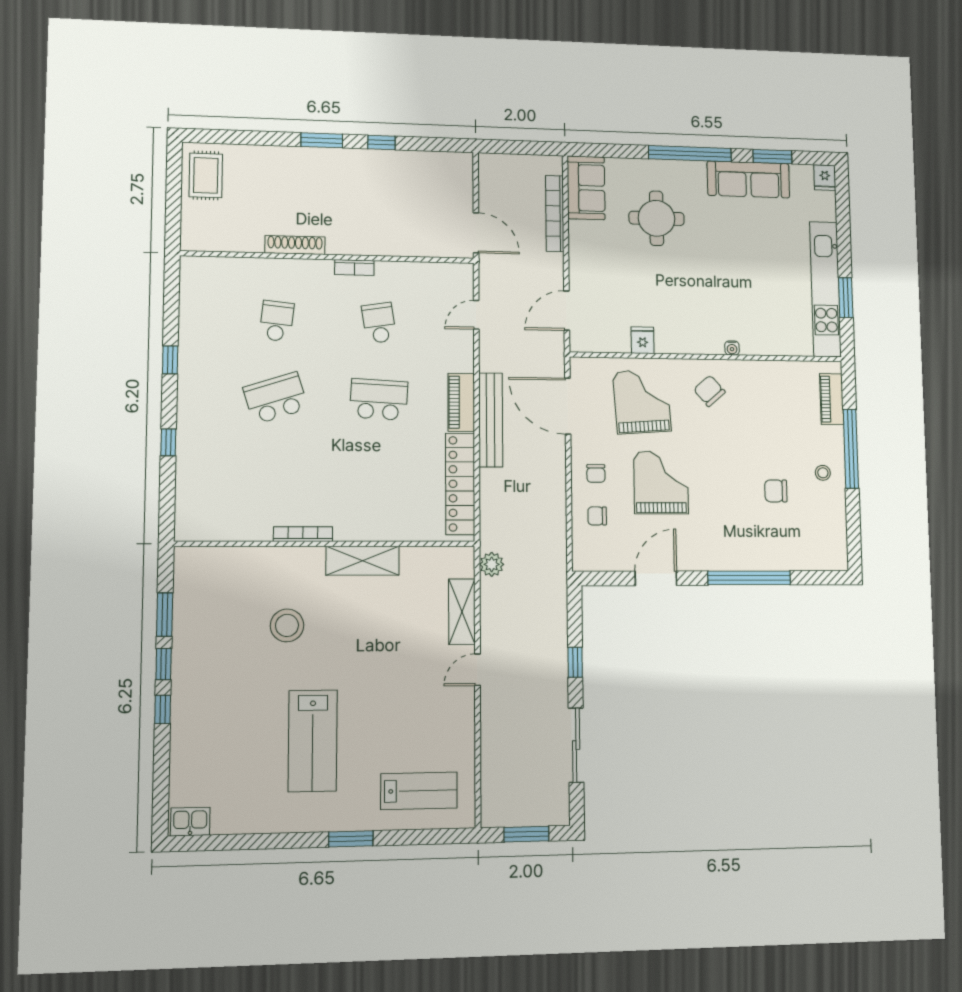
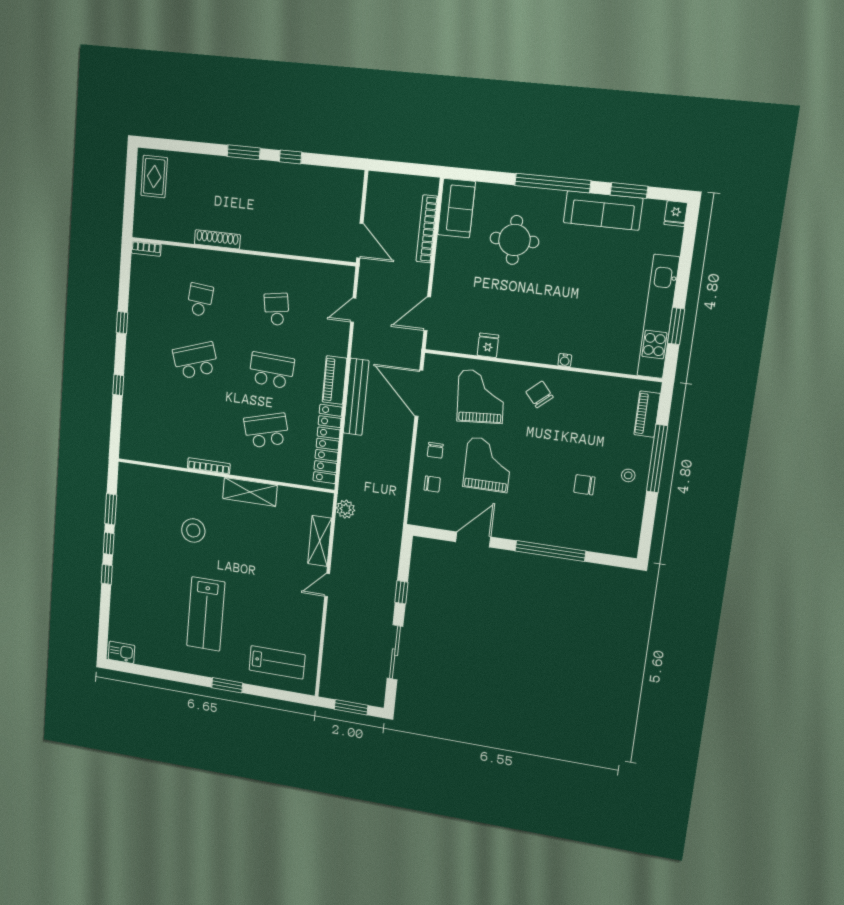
bookcase: (354, 268) -> (146, 249), moved
school desk: (378, 477) -> (266, 431), added
chair: (597, 516) -> (432, 484), turned 180

